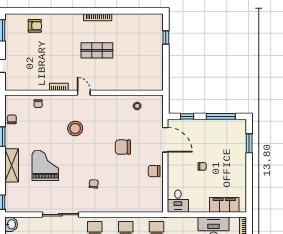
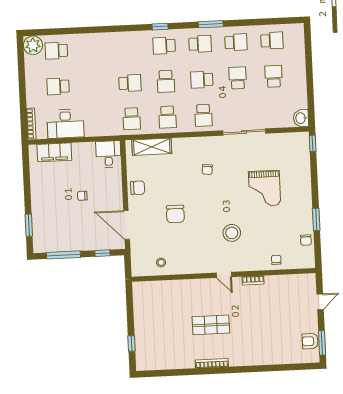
armchair: (35, 26) -> (310, 341), moved
chair: (123, 147) -> (175, 214), turned 90
shelving: (12, 165) -> (152, 147), moved, turned 90

